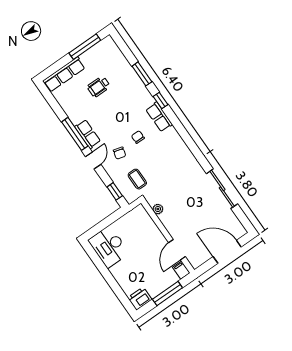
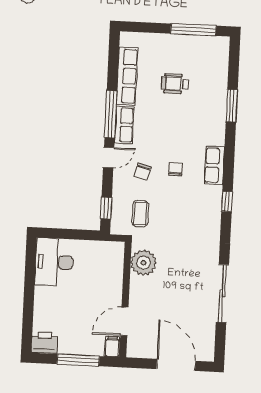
row of seats: (64, 74) -> (127, 76), moved, turned -90
window: (161, 100) -> (227, 201), moved
plant: (158, 209) -> (143, 263), width x1.87, depth x1.87

